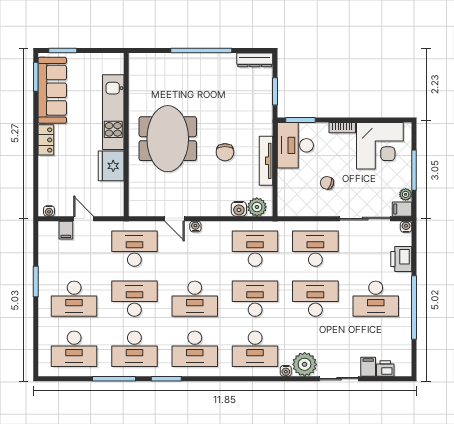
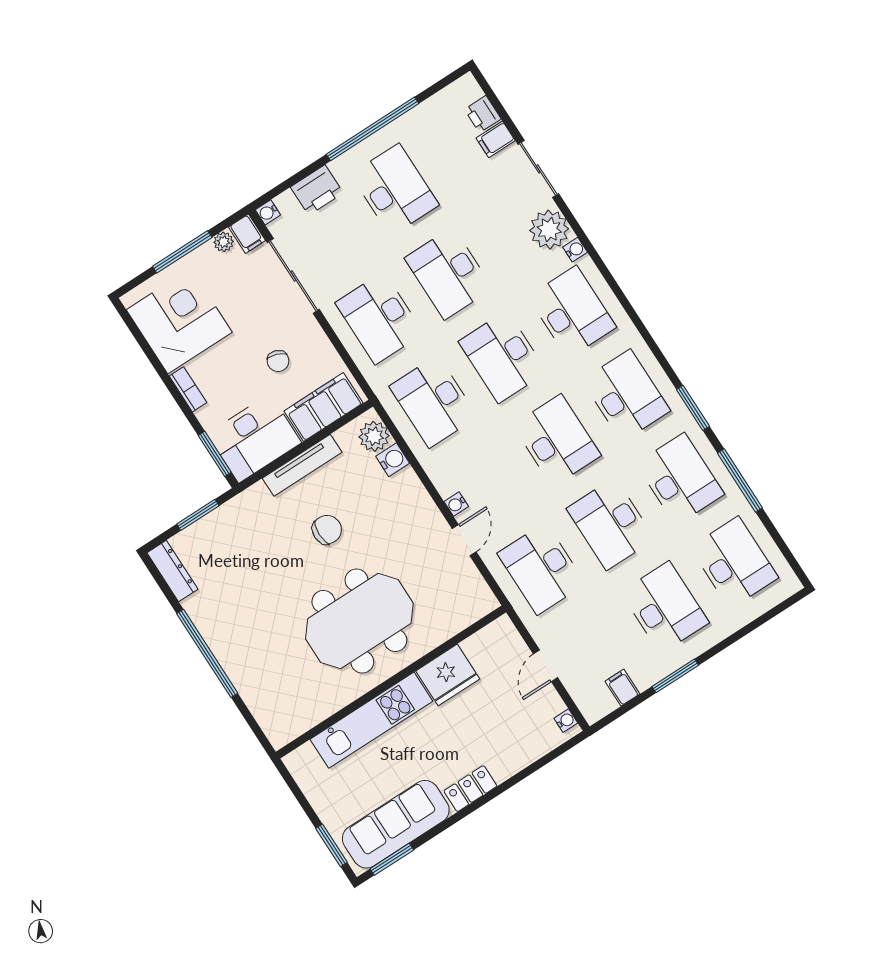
filing cabinet: (289, 191) -> (323, 407), added
filing cabinet: (66, 230) -> (622, 688), moved, turned -90

